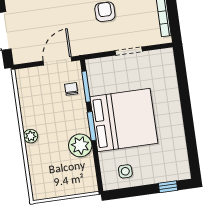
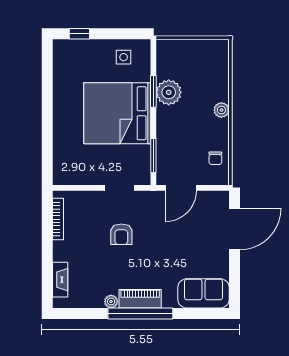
doorway: (129, 51) -> (119, 188), moved
chair: (71, 89) -> (215, 158), moved
window: (92, 126) -> (153, 91), moved

